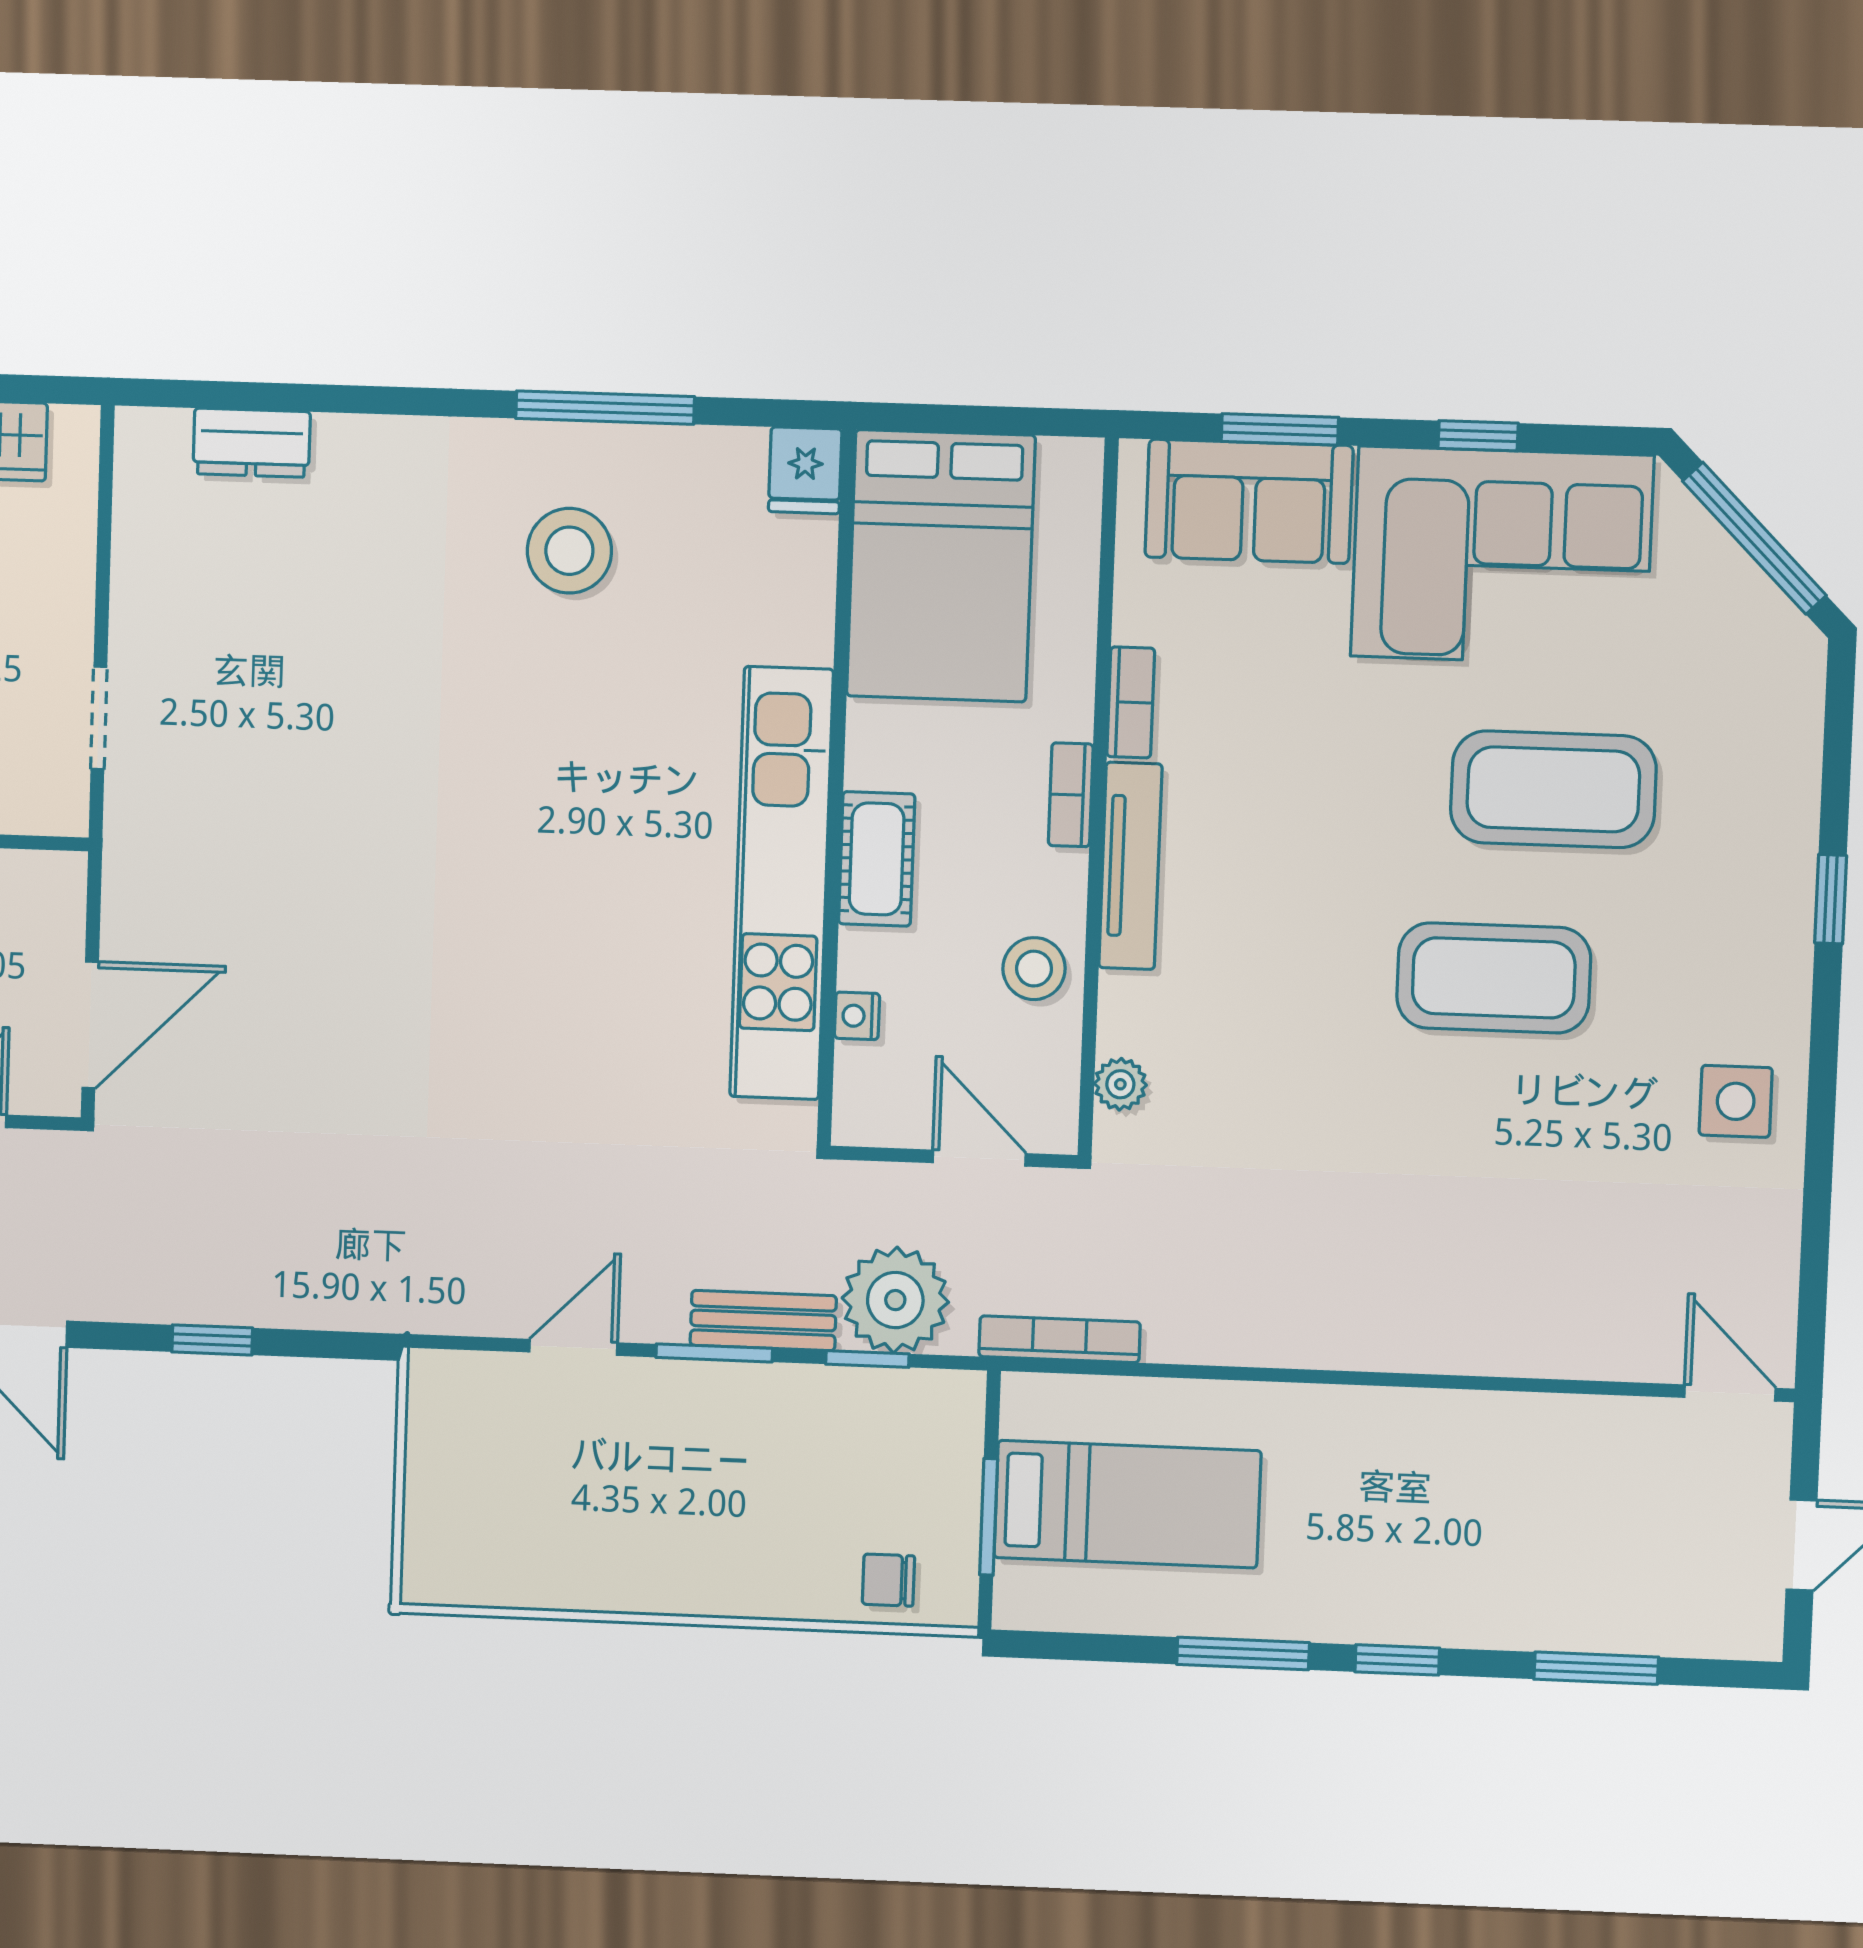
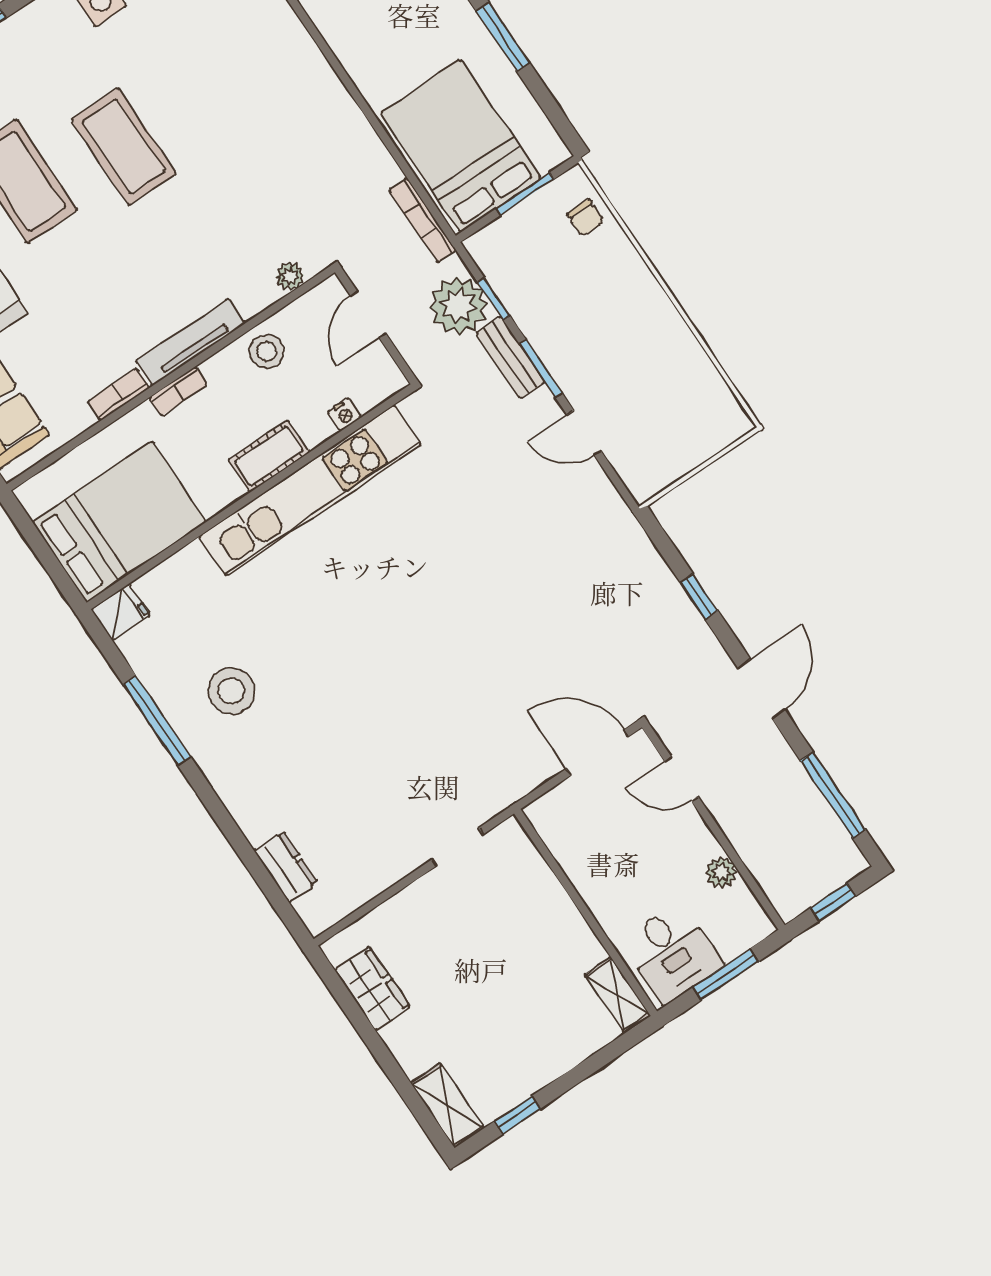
bed: (1127, 1504) -> (461, 146), width x1.50

